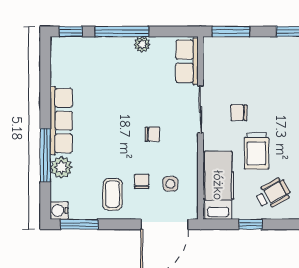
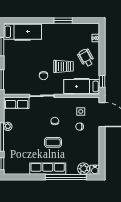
window: (45, 155) -> (66, 177), width x1.46
plant: (61, 167) -> (84, 169), moved
coffee table: (112, 194) -> (53, 142), moved
window: (79, 224) -> (102, 159), removed
window: (251, 224) -> (102, 81), moved

